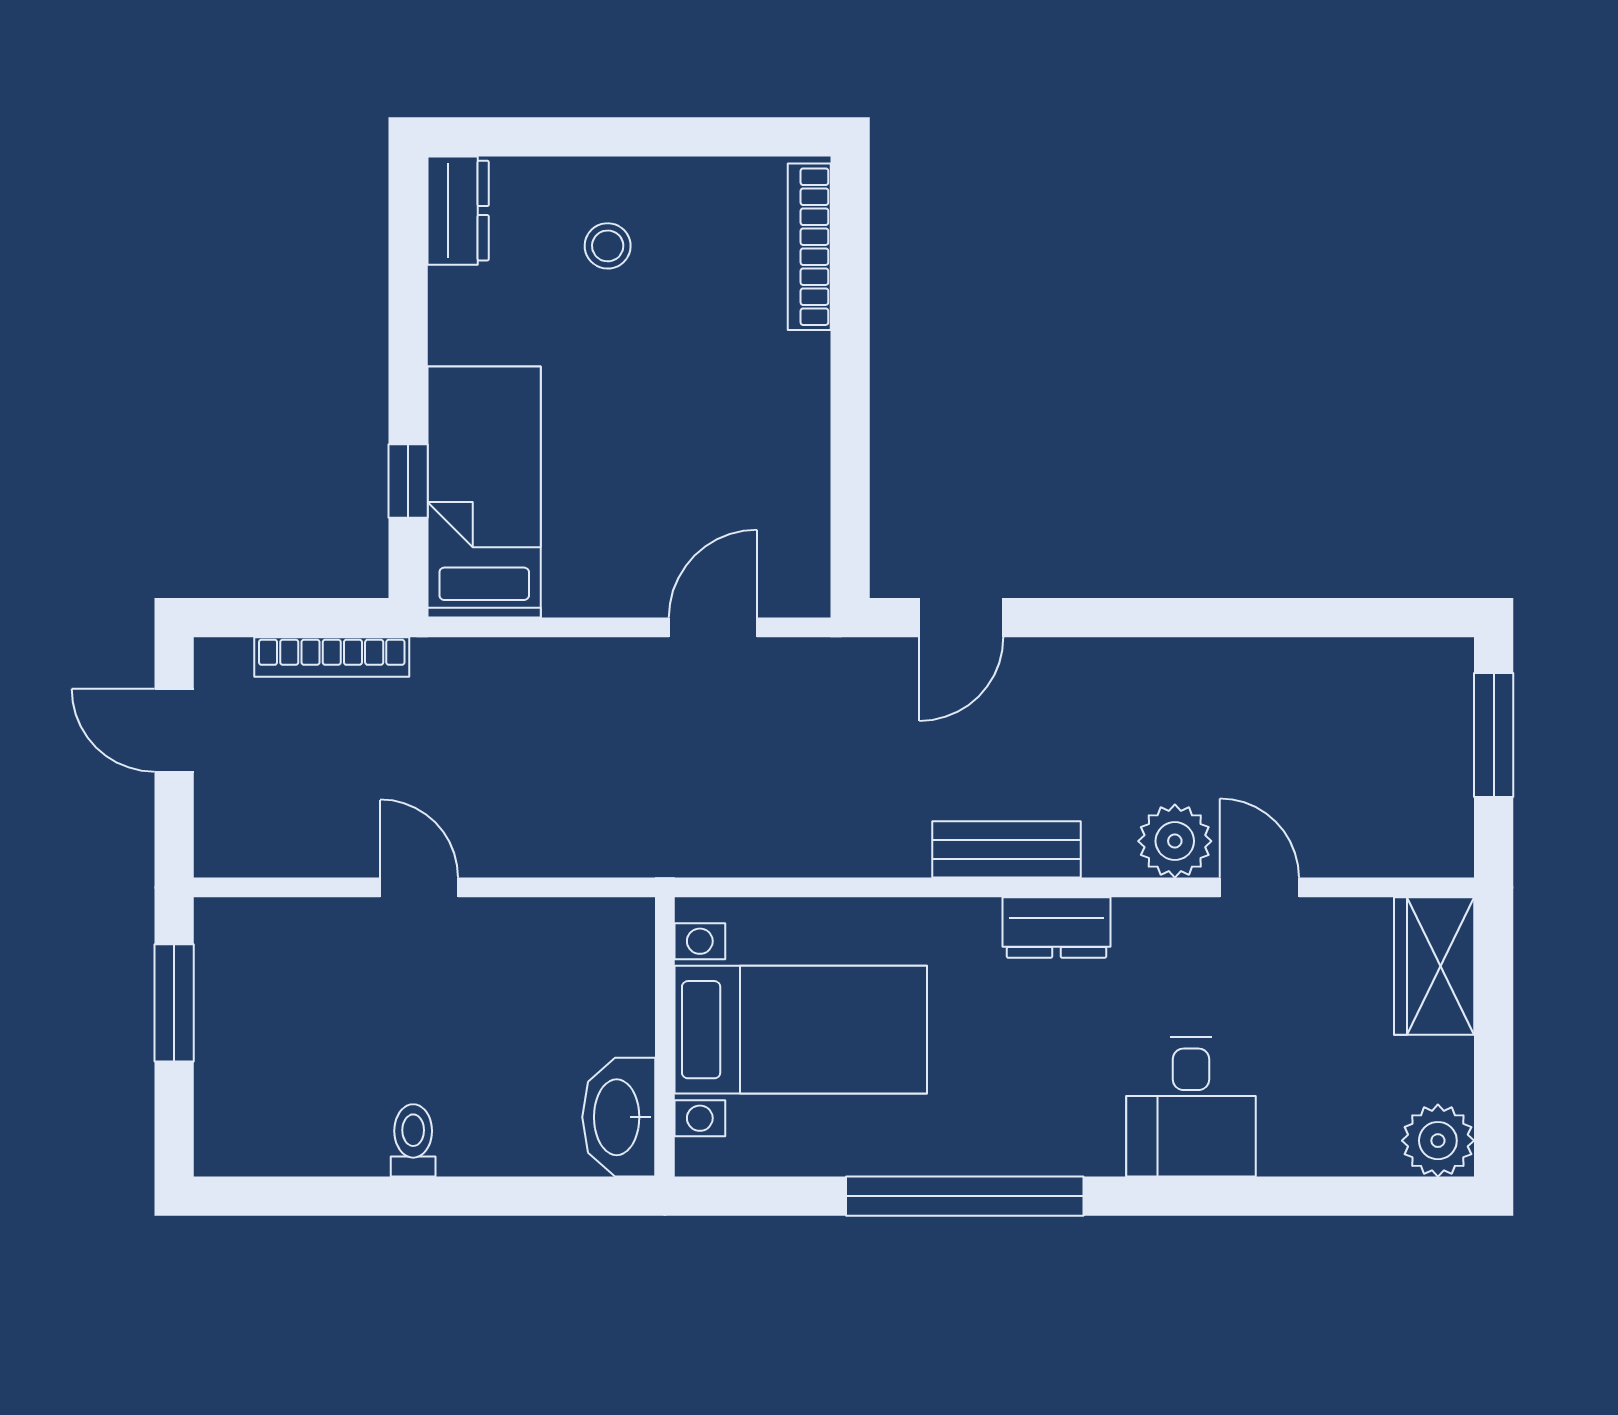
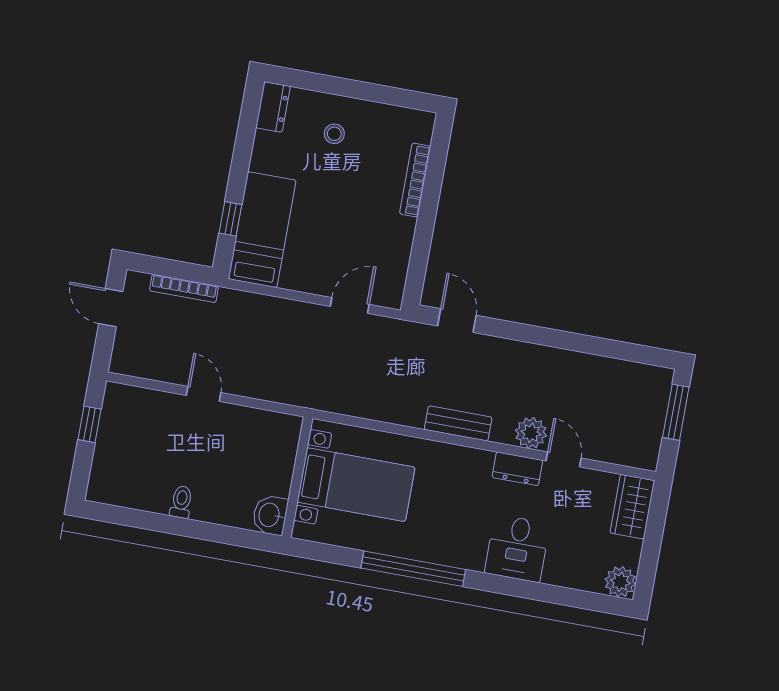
bookcase: (809, 247) -> (415, 180), moved
door: (961, 618) -> (457, 321), swing flipped
dresser: (1056, 928) -> (517, 469), moved
window: (174, 1003) -> (90, 424), width x0.67
washbasin: (619, 1117) -> (270, 515), width x0.72

